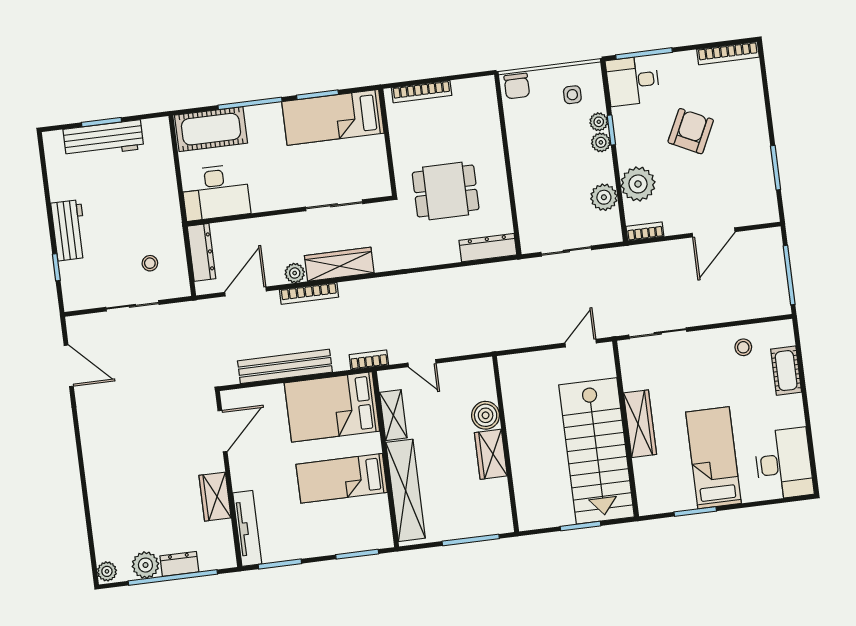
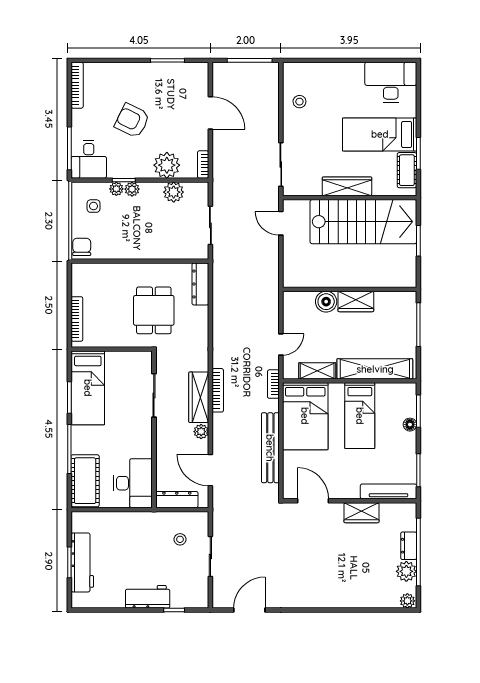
chair: (517, 86) -> (82, 247), turned -90
bookcase: (309, 293) -> (218, 390), moved
cot: (786, 371) -> (407, 170), moved, turned 90
floor lamp: (338, 546) -> (410, 425), added

